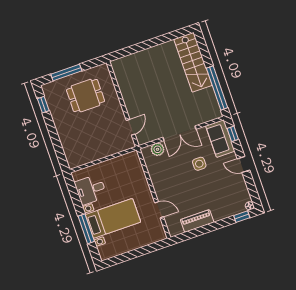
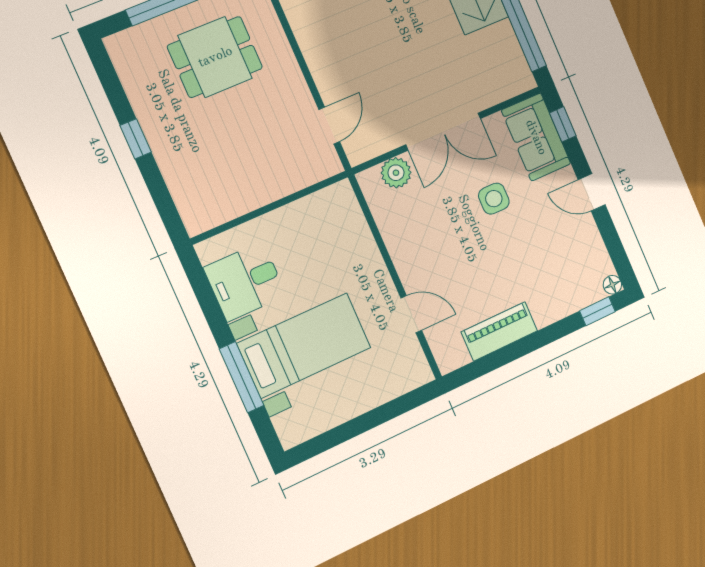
window: (43, 105) -> (136, 139), moved

